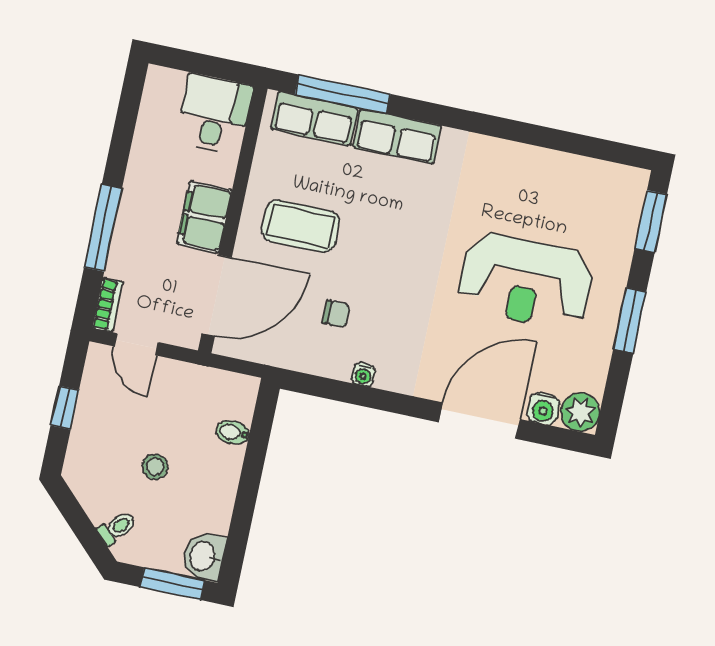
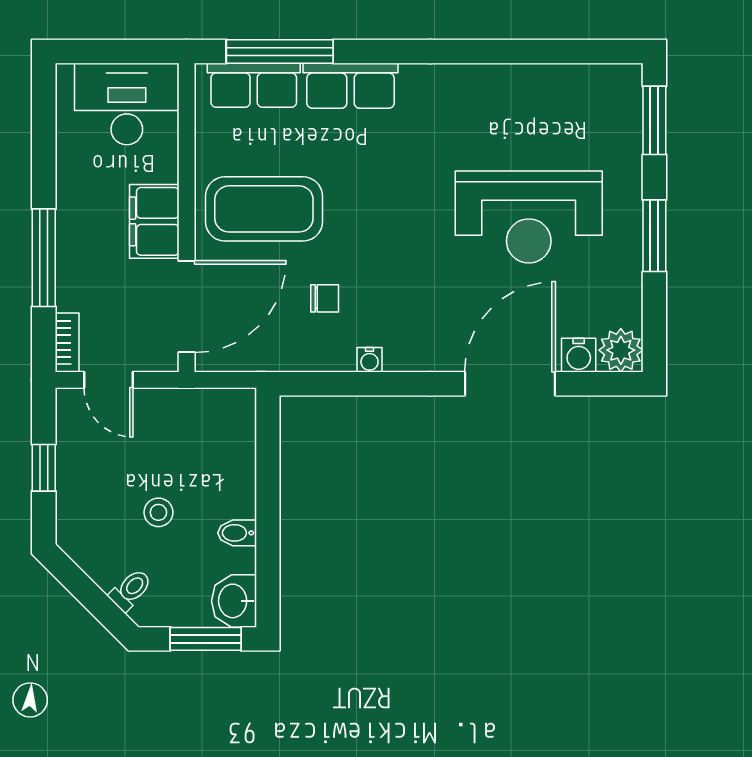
desk: (214, 114) -> (127, 104), width x1.37
coffee table: (300, 226) -> (264, 209), width x1.36, depth x1.32
bidet: (233, 432) -> (237, 533), moved

